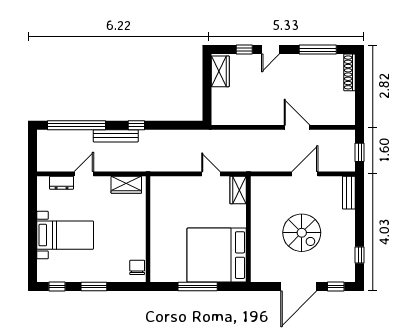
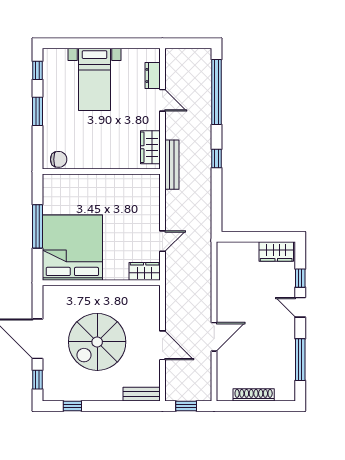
shoe rack: (350, 72) -> (254, 395), moved
bench: (116, 136) -> (172, 165), moved
spiral stairs: (302, 233) -> (97, 342), width x1.37, depth x1.37

